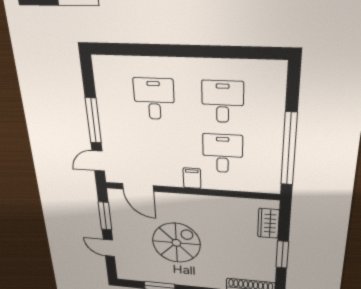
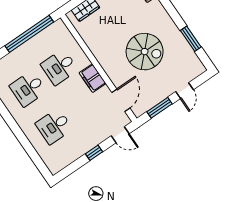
window: (93, 121) -> (94, 153), width x0.46
filing cabinet: (192, 178) -> (93, 78), width x2.00
spiral stairs: (176, 243) -> (145, 52), turned 180

